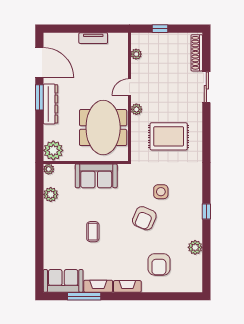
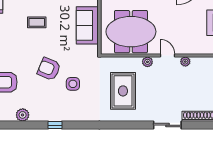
plant: (136, 54) -> (185, 62), moved

